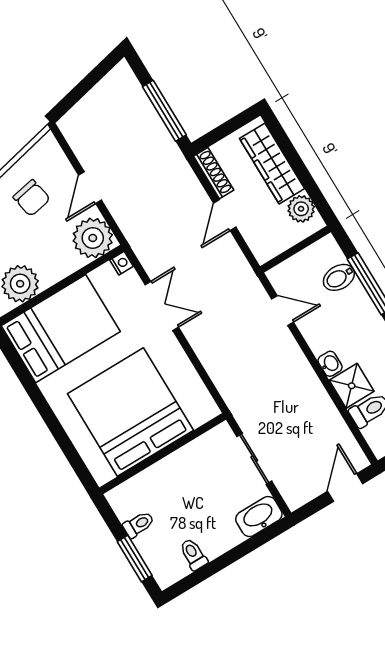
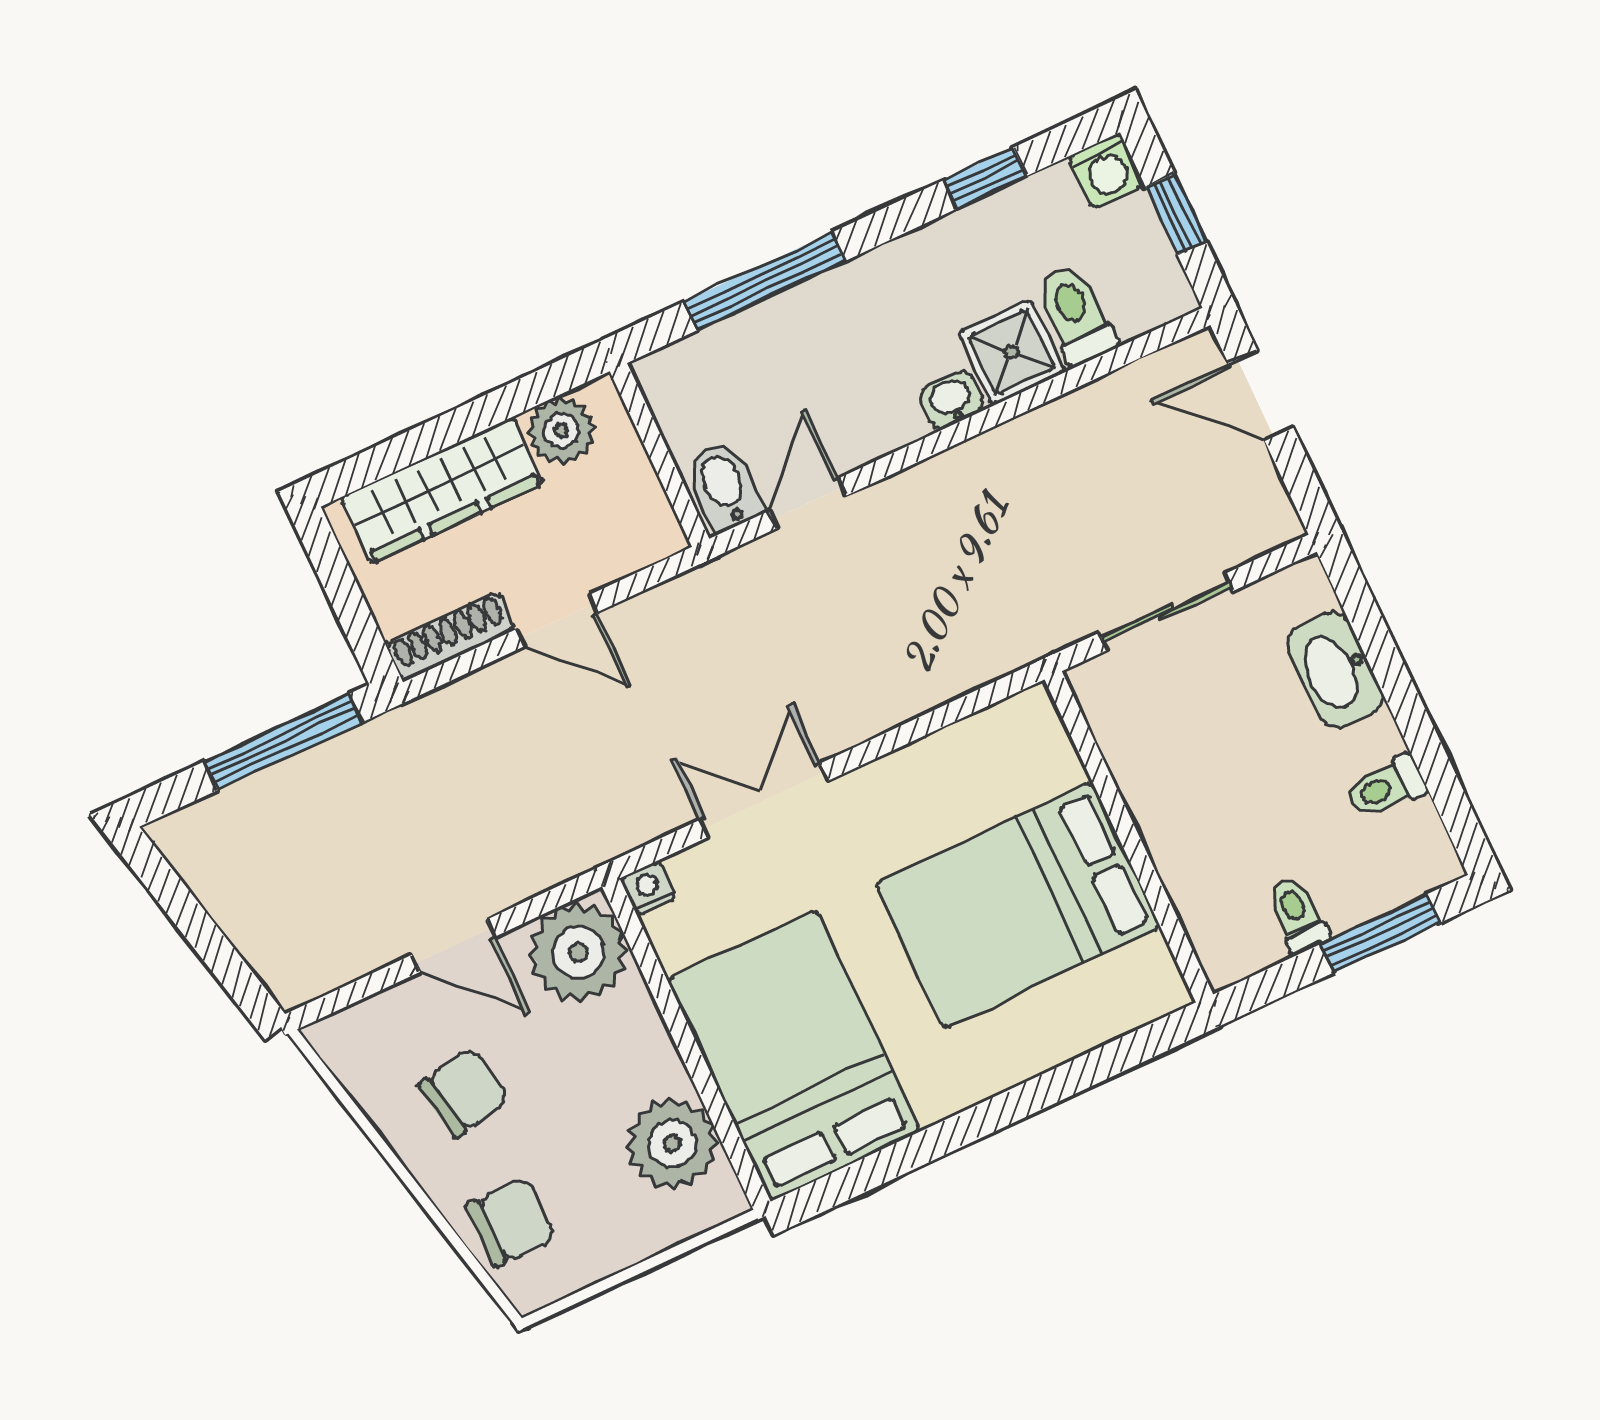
bidet: (339, 277) -> (724, 486), moved, turned 180
bed: (130, 412) -> (1018, 905), width x0.73
washbasin: (259, 517) -> (1335, 670), moved

